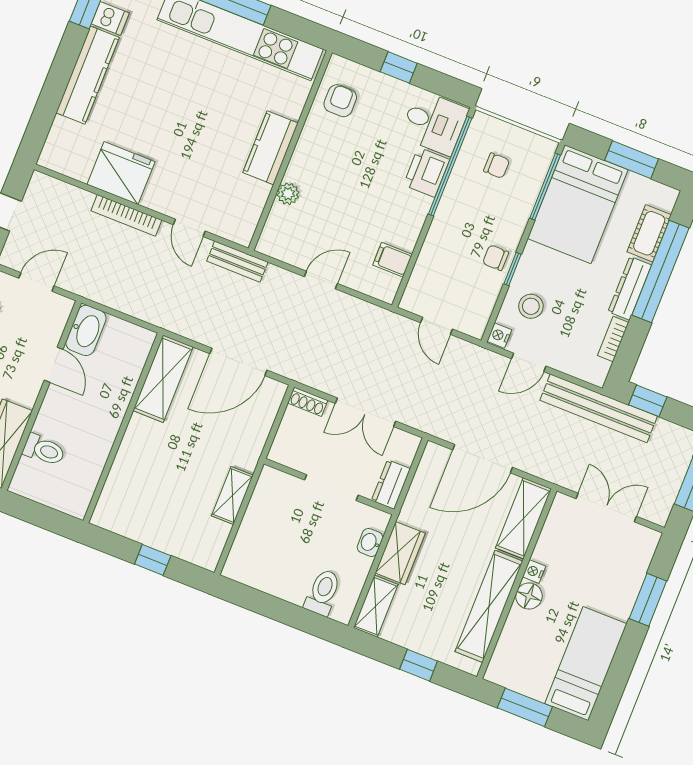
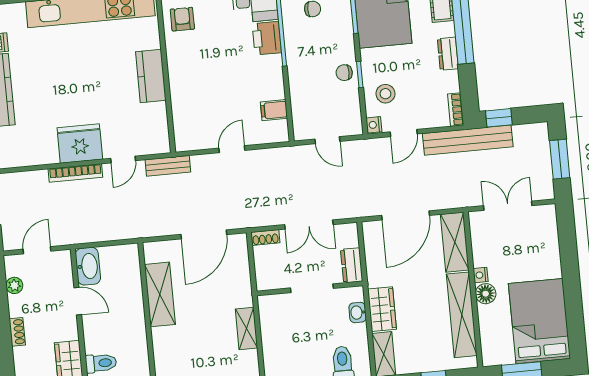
fridge: (121, 173) -> (80, 144), moved
plant: (288, 194) -> (179, 101), removed
door: (189, 228) -> (123, 160), hinge flipped
dresser: (630, 288) -> (448, 54), width x0.70
bookcase: (613, 339) -> (456, 110), moved
shelving: (163, 379) -> (160, 294), moved
window: (648, 600) -> (569, 254), removed
bed: (586, 664) -> (539, 321), width x1.50

